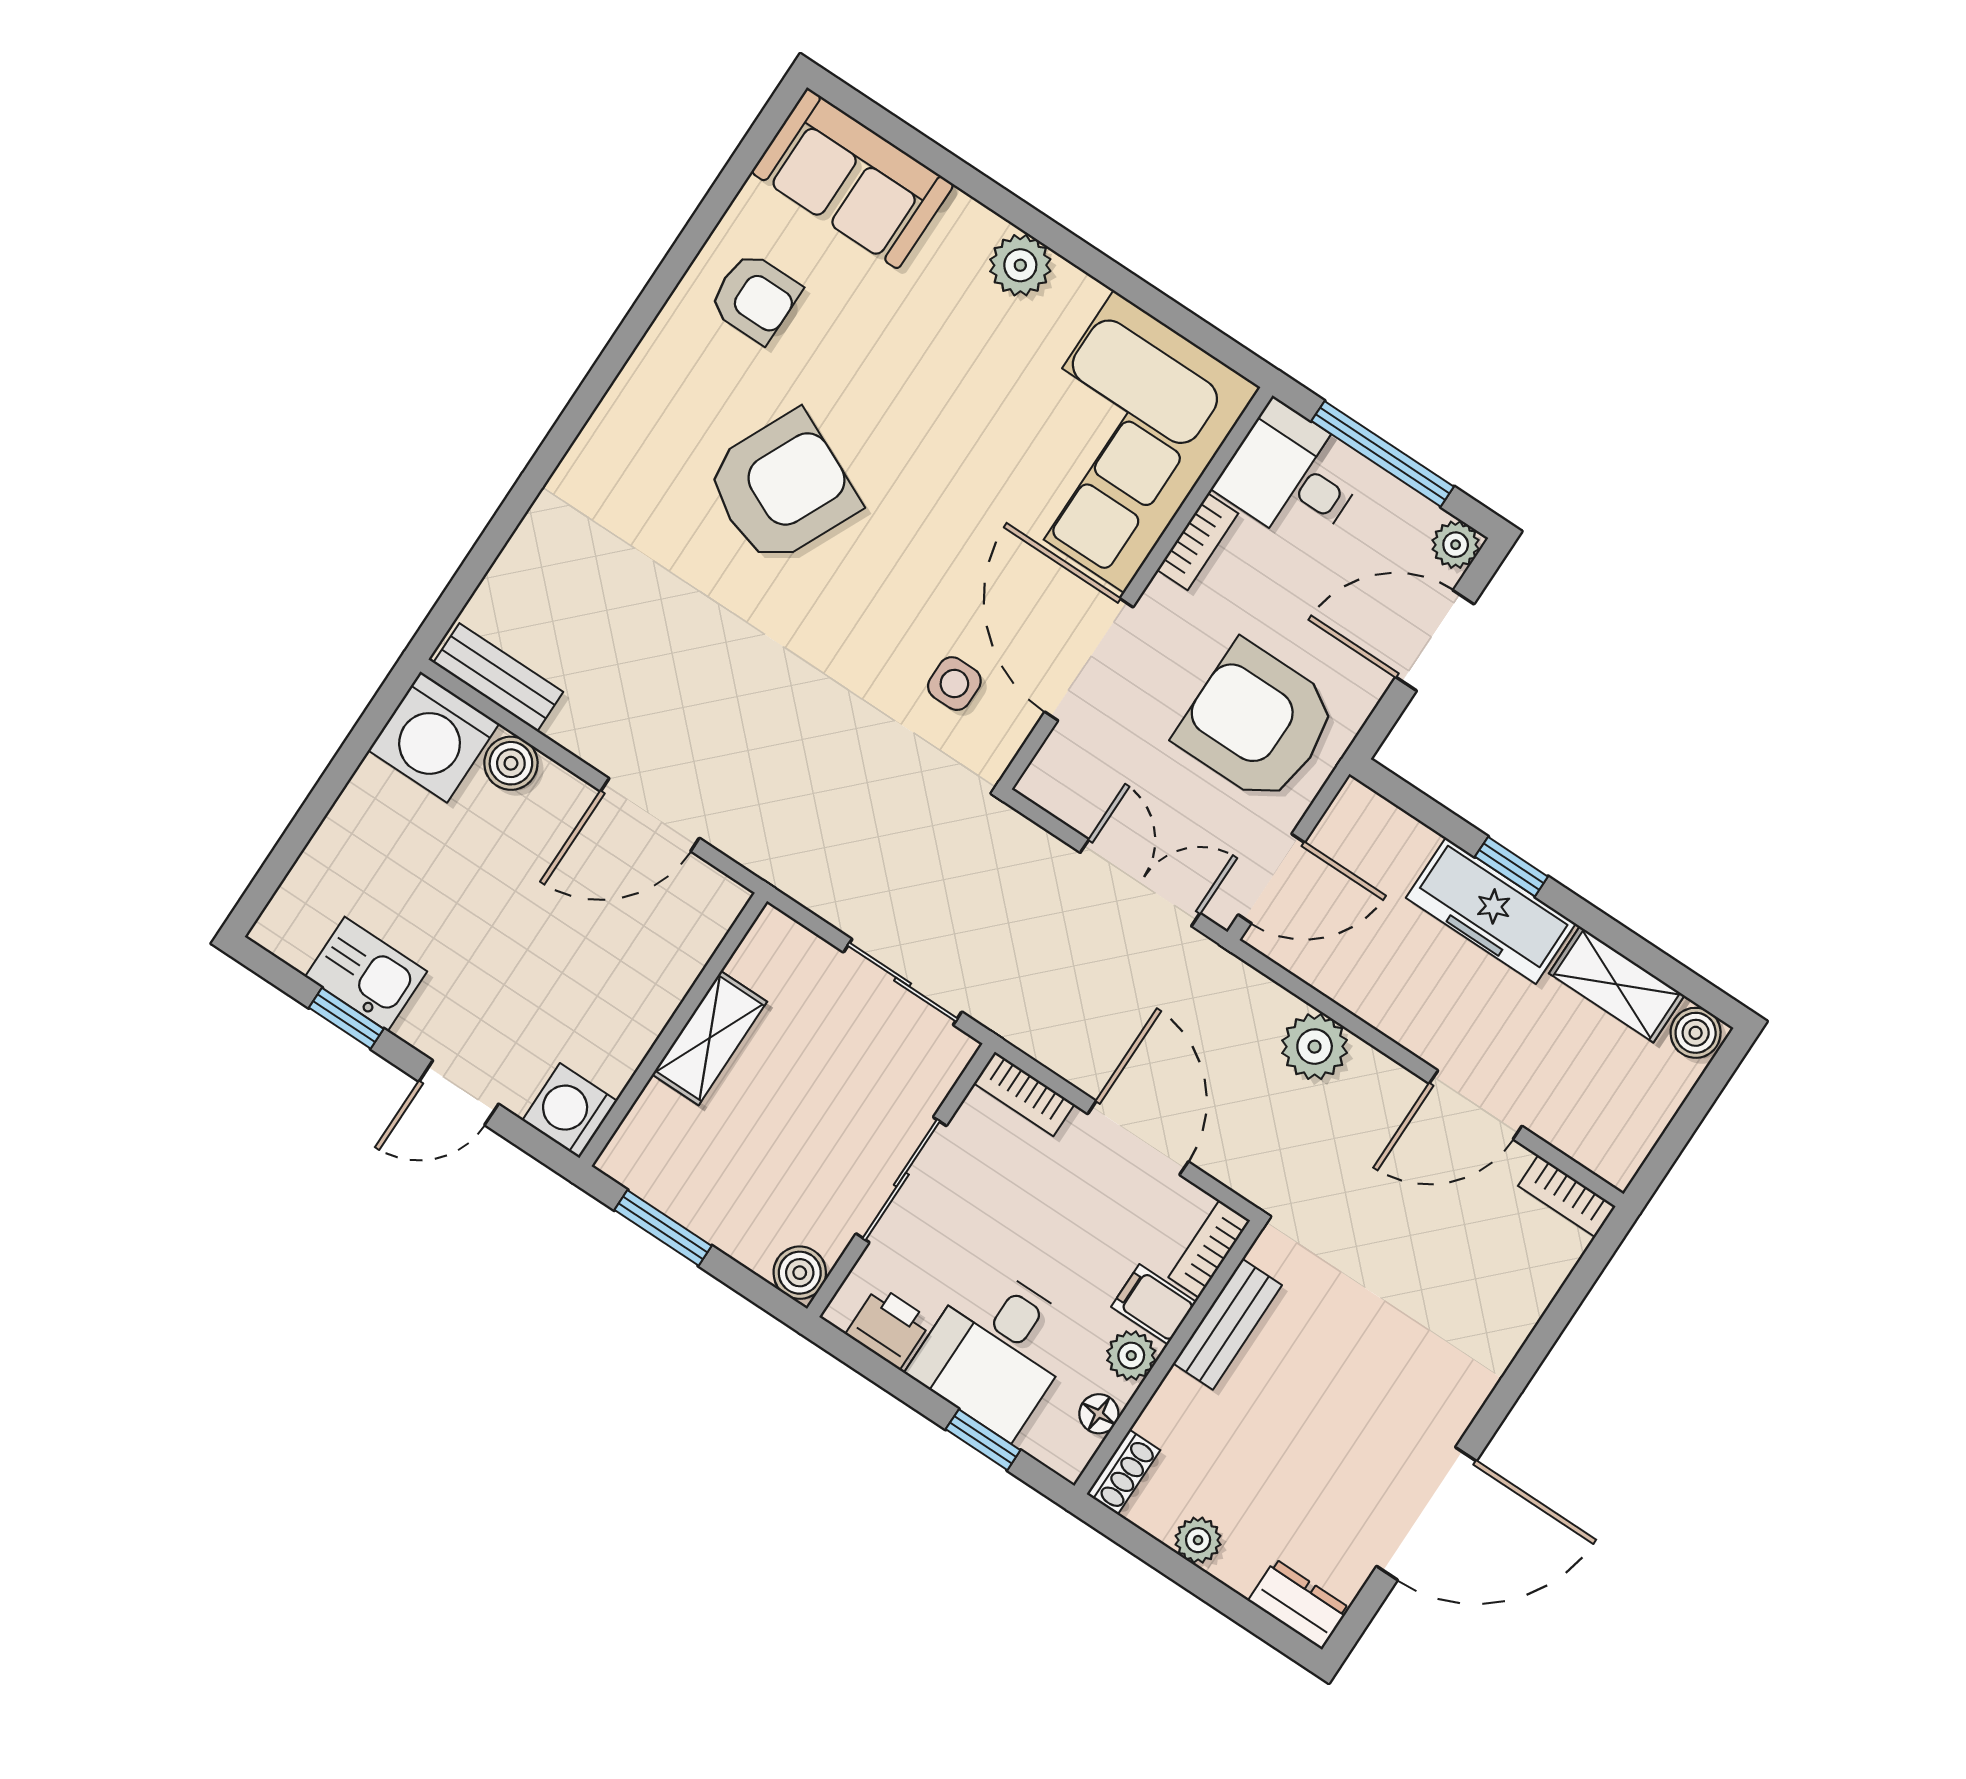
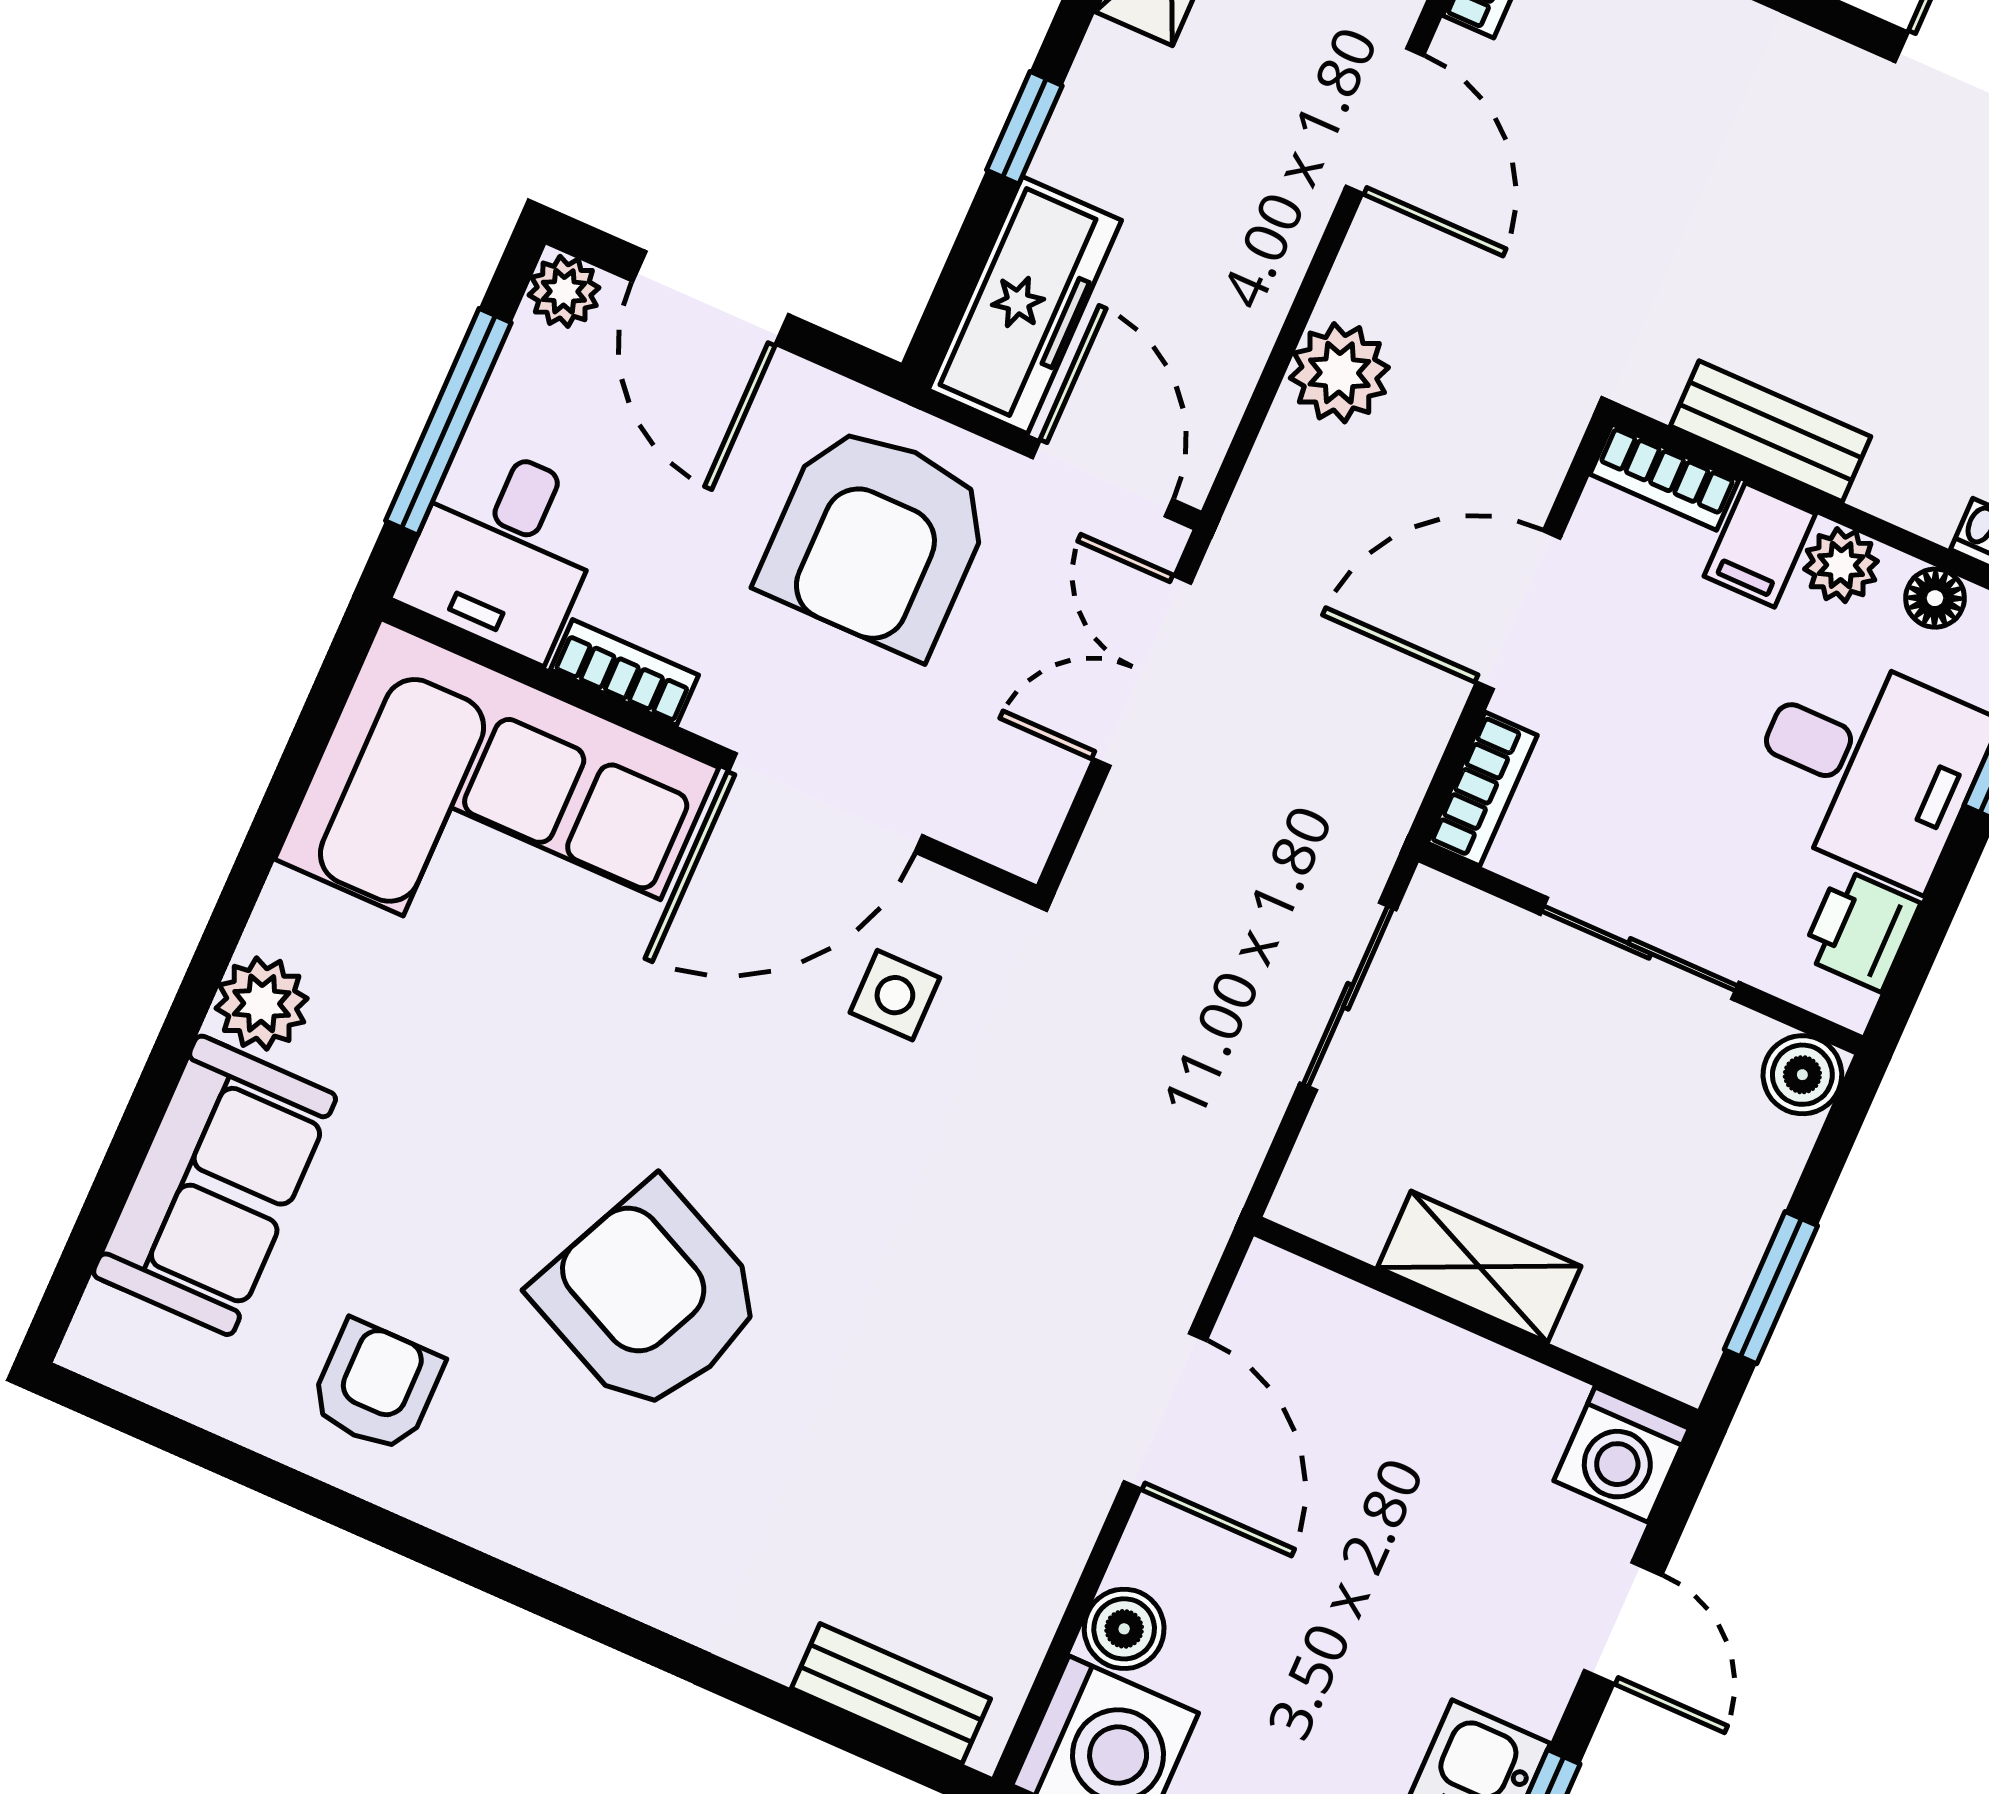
sofa: (853, 178) -> (215, 1185), moved
bench: (498, 677) -> (891, 1694), moved, turned 90
freezer: (1491, 911) -> (1025, 305), moved

